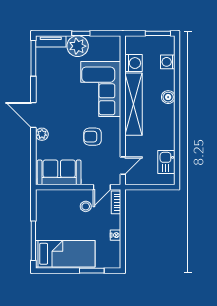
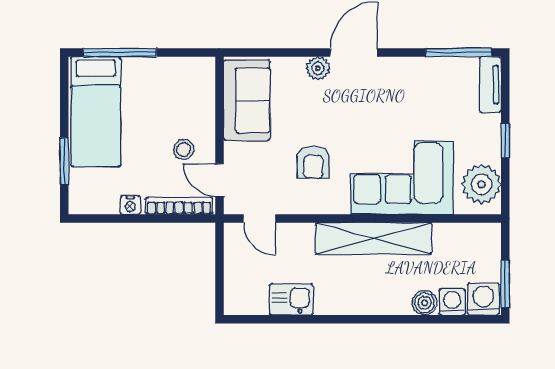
plant: (78, 46) -> (481, 184), moved
washing machine: (134, 63) -> (483, 299), moved, turned 180
boiler: (168, 97) -> (425, 303), moved
armchair: (93, 137) -> (313, 162), turned 180
kitchen sink: (166, 162) -> (291, 299), moved
bookcase: (116, 202) -> (179, 206), width x1.56

